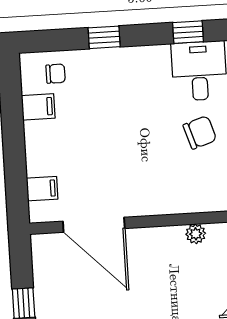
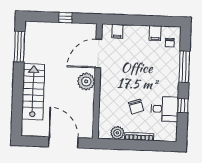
window: (104, 37) -> (184, 67), width x2.17
plant: (196, 234) -> (86, 81), moved, width x1.88, depth x1.88

